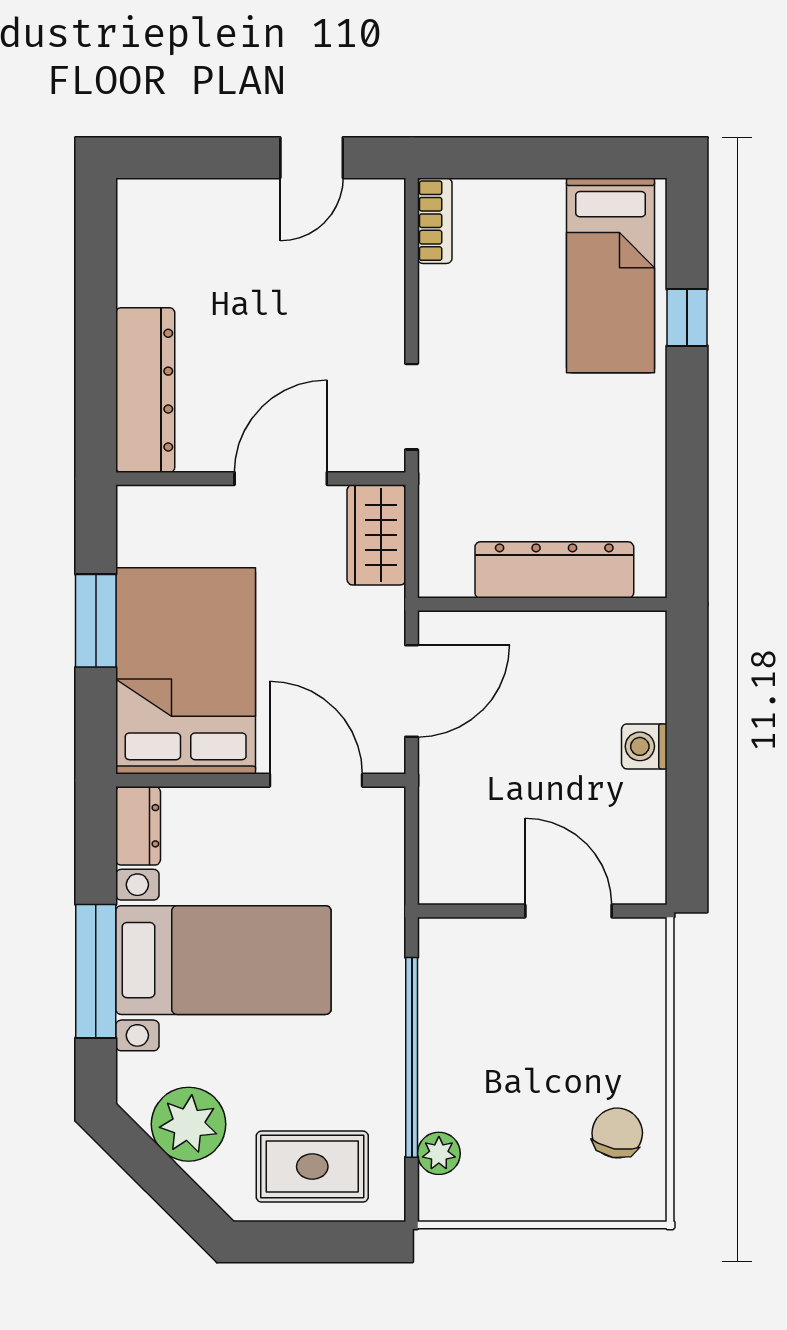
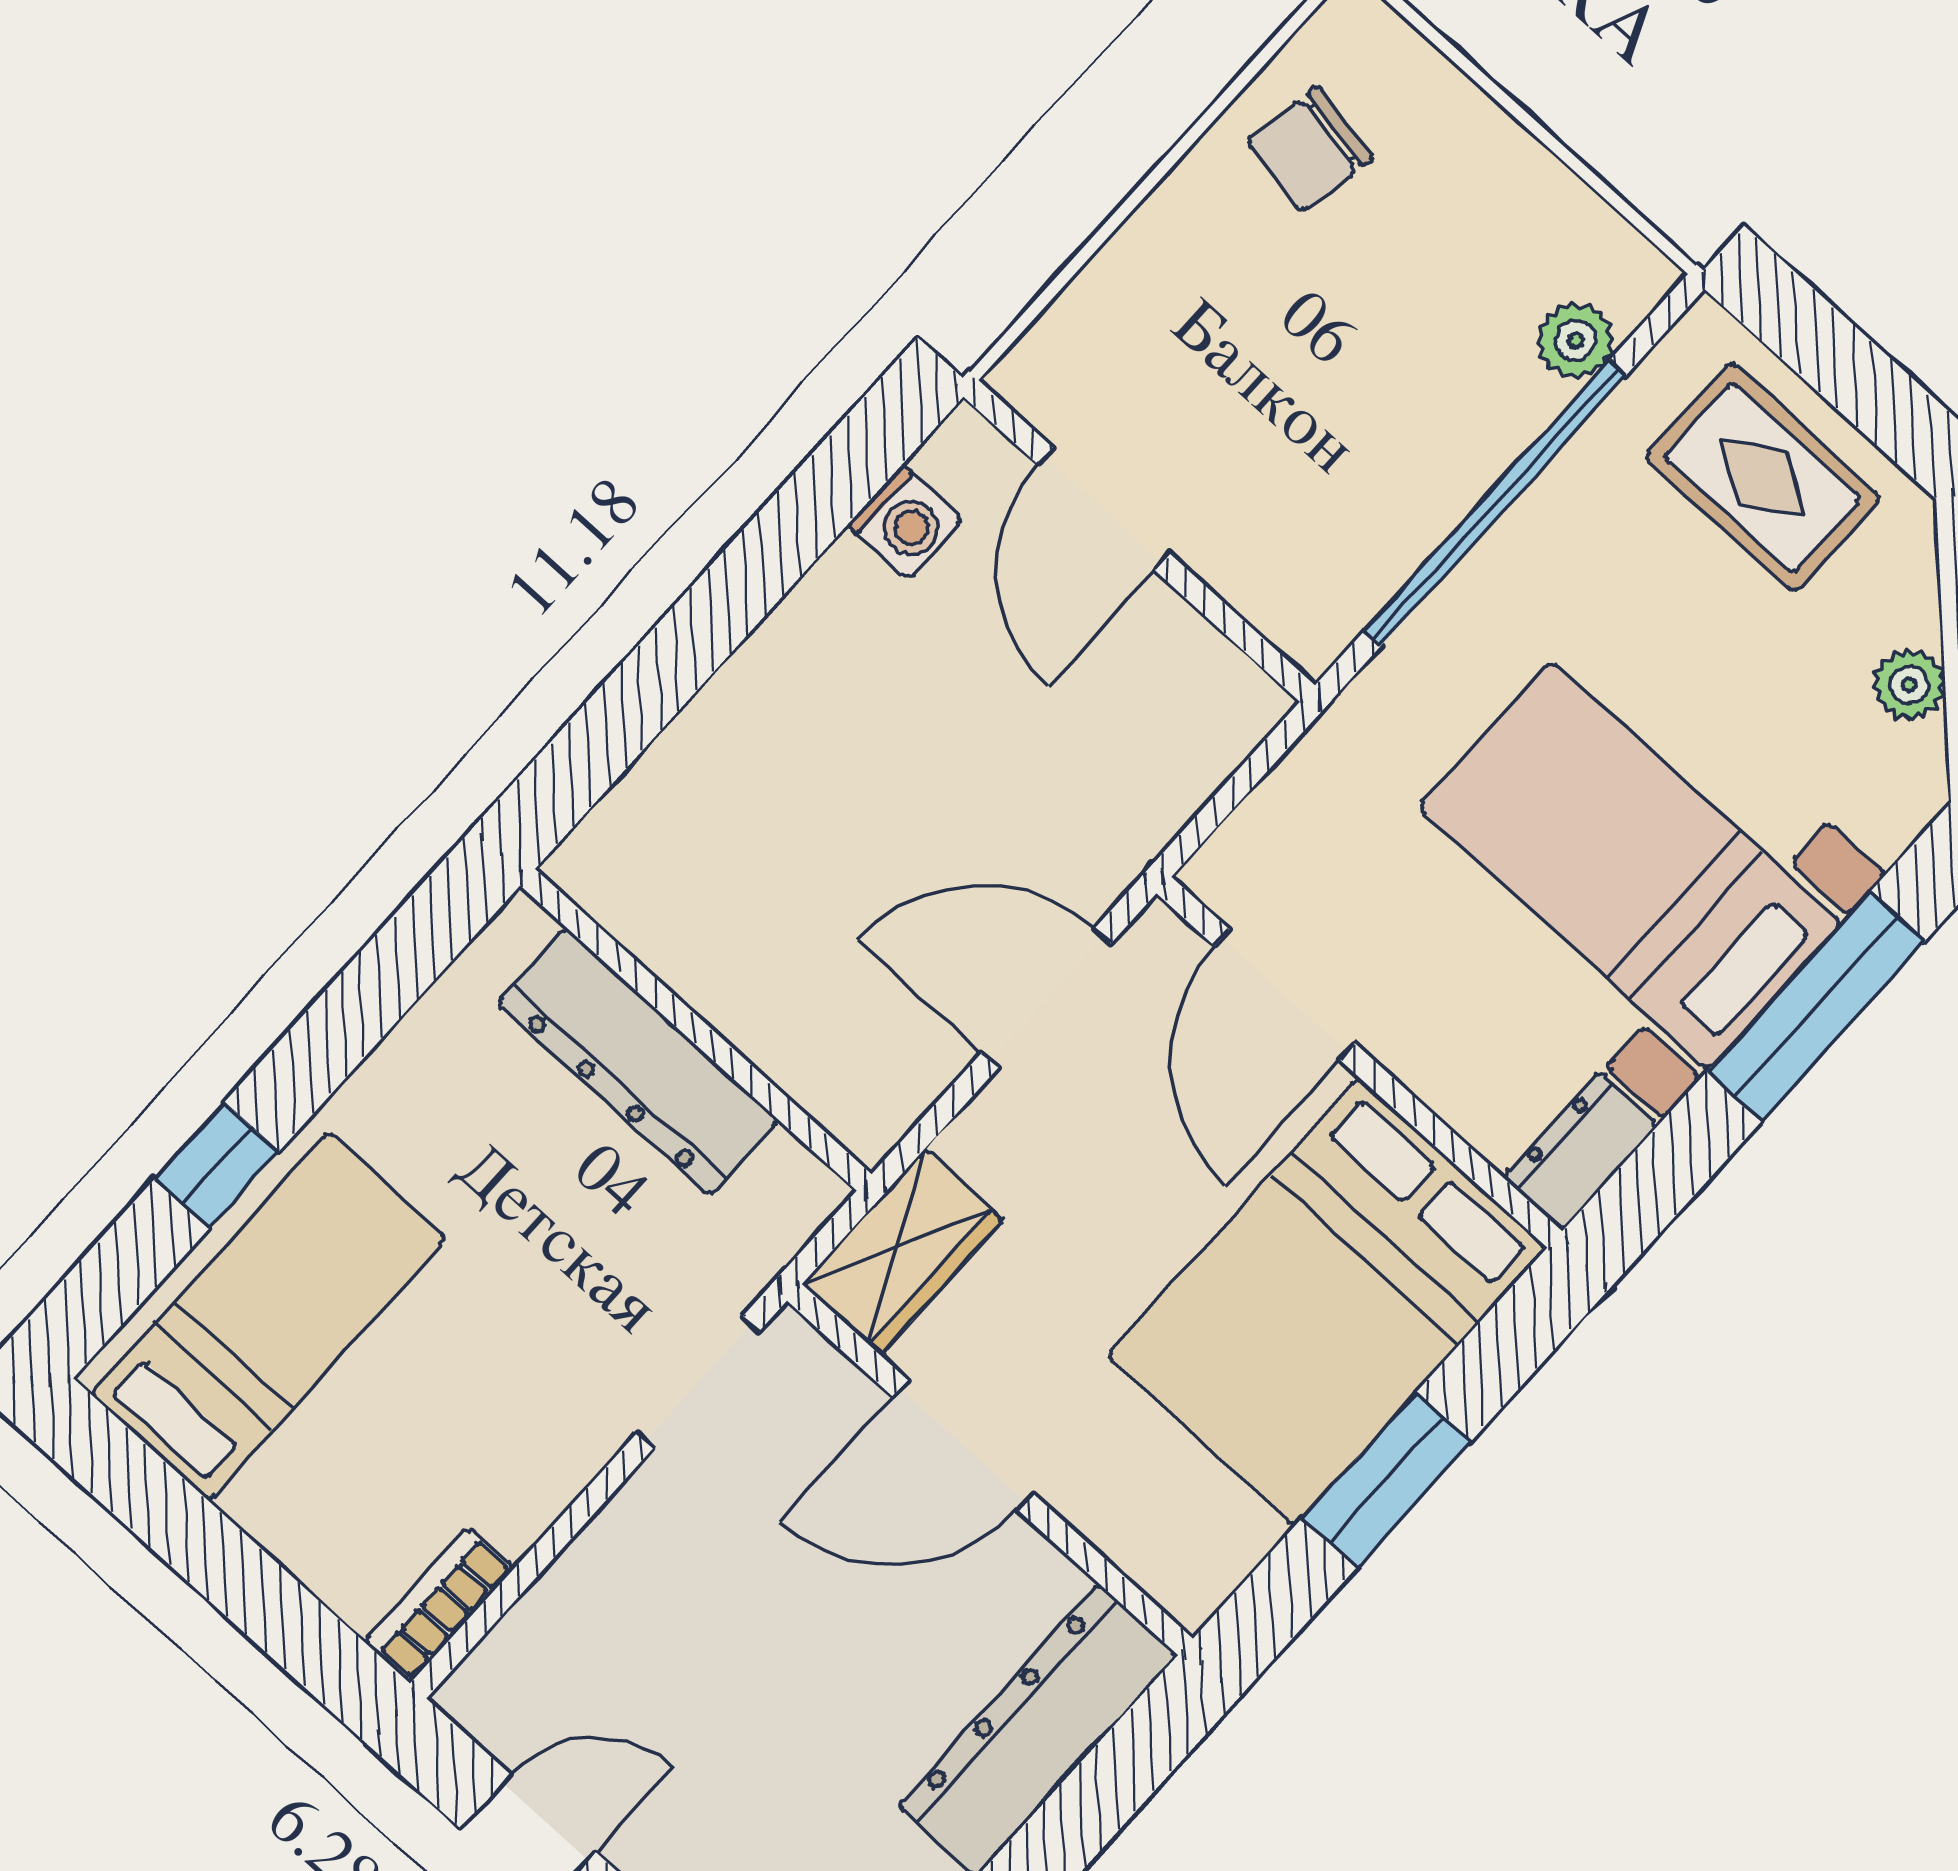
dresser: (554, 570) -> (638, 1061), moved
wall: (542, 604) -> (696, 1030), moved
washing machine: (644, 746) -> (905, 522), moved
plant: (189, 1124) -> (1909, 685), width x0.53, depth x0.53

